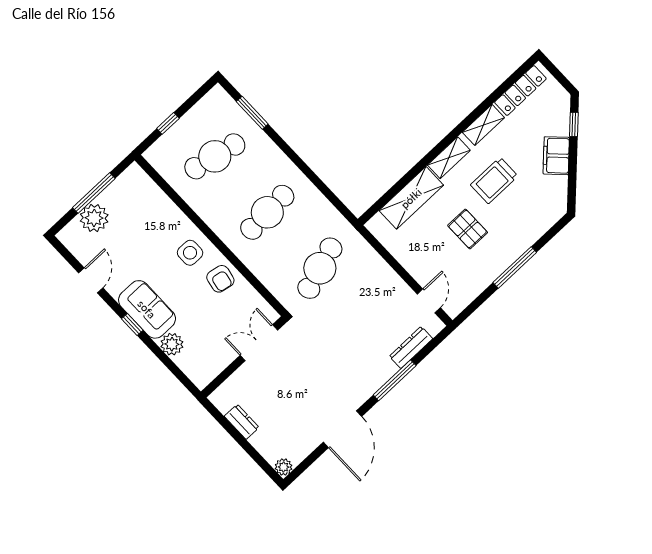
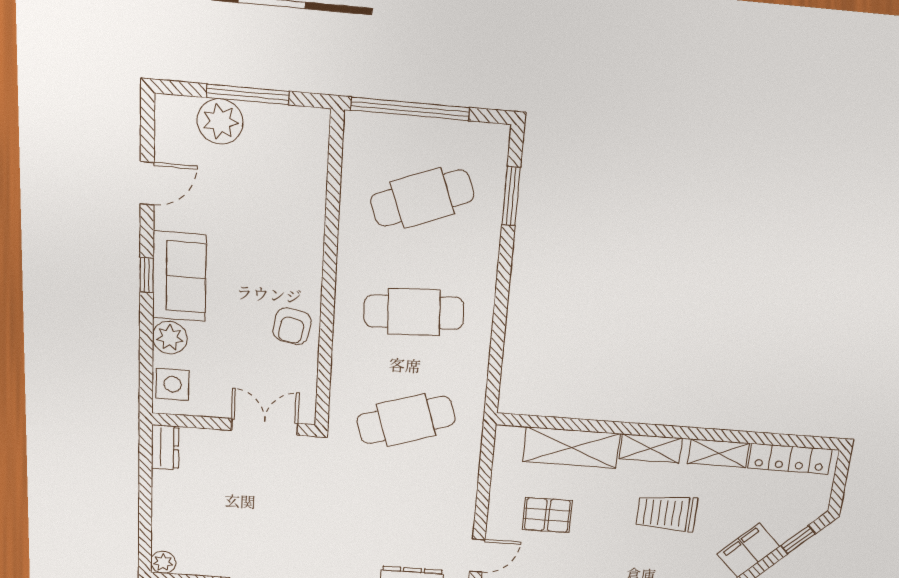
window: (168, 123) -> (410, 109), width x3.17
cafe table: (215, 156) -> (422, 198), turned -33
pallet: (468, 229) -> (547, 515), moved, turned 90
side table: (190, 253) -> (173, 384), moved
dresser: (242, 422) -> (165, 447), moved

